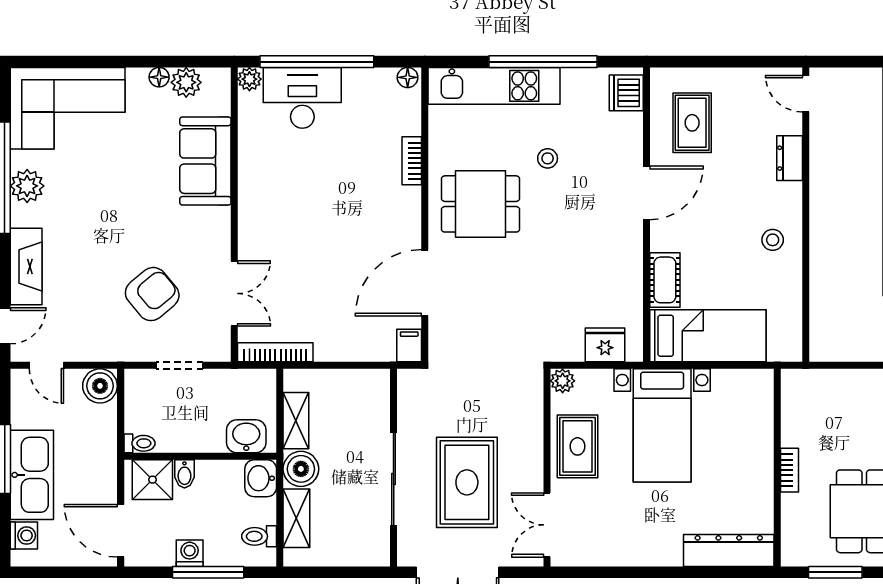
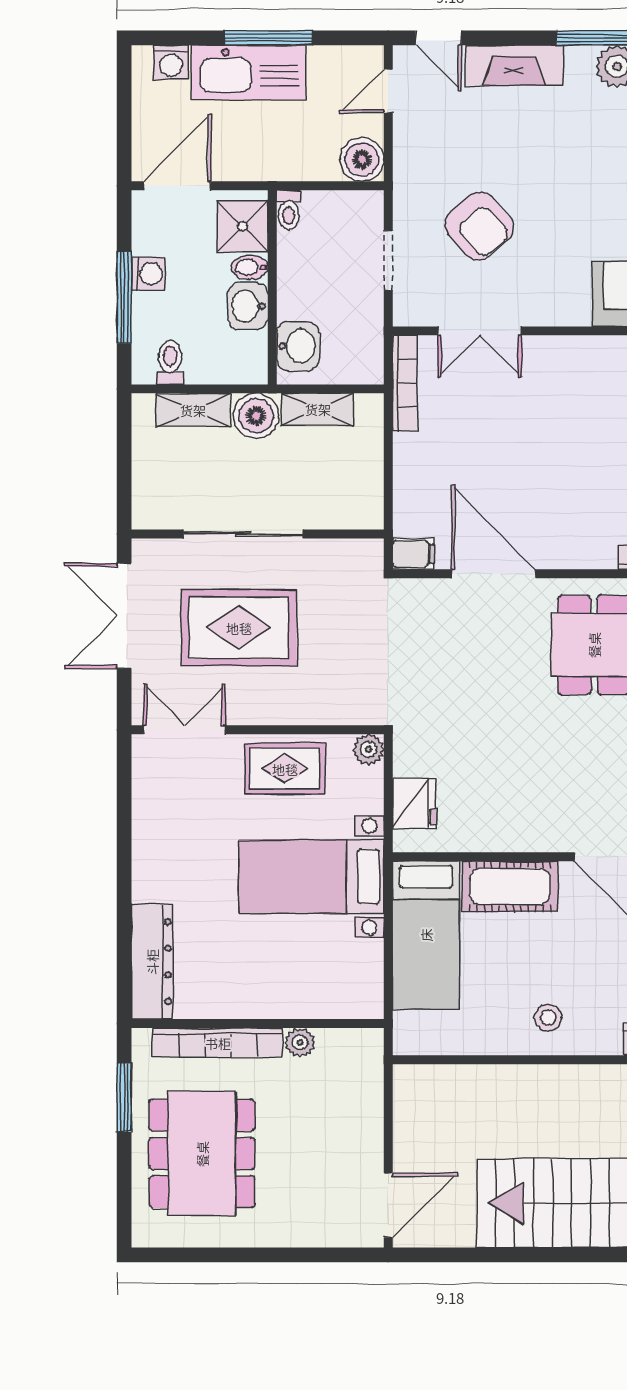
cot: (665, 280) -> (510, 887), width x1.37, depth x1.34
plant: (792, 434) -> (300, 1042), added
bookcase: (790, 470) -> (218, 1043), width x2.31, depth x1.31
washbasin: (261, 478) -> (248, 306), moved, turned -90

